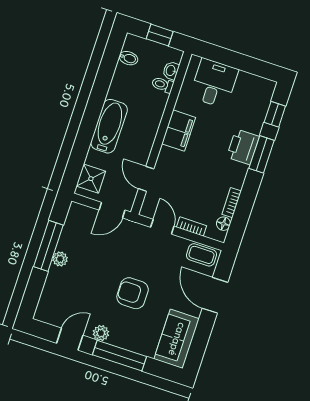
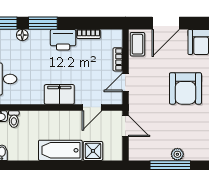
filing cabinet: (179, 131) -> (59, 94), moved
printer: (243, 147) -> (63, 40), moved
shower: (91, 179) -> (93, 151), moved
floor lamp: (223, 224) -> (22, 35), moved
armchair: (133, 293) -> (185, 88), width x1.36, depth x1.36

